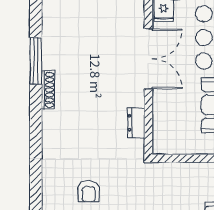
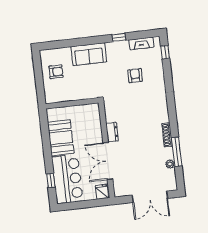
plant: (49, 42) -> (170, 164), added
dresser: (136, 123) -> (112, 132), moved

